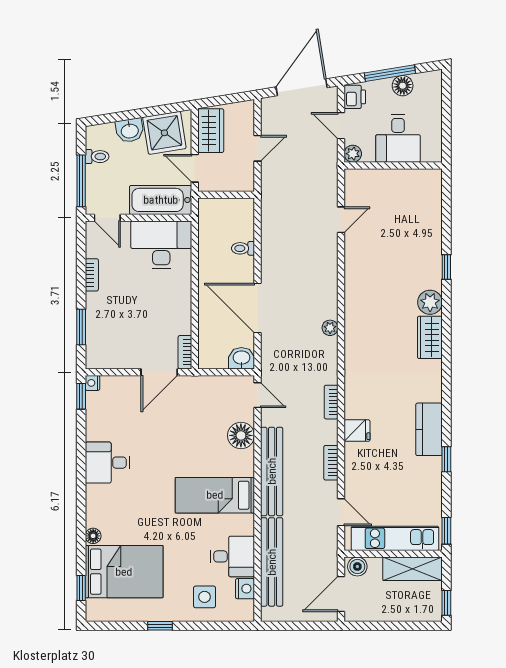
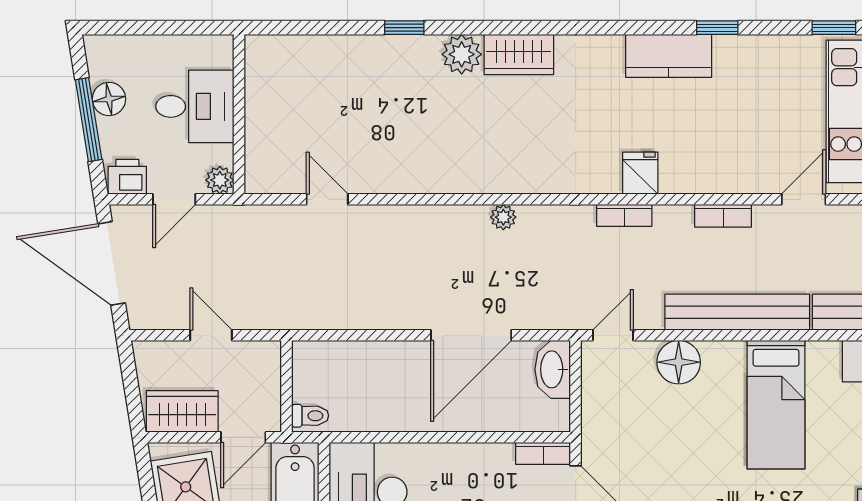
toilet: (243, 248) -> (310, 416), moved, turned -90
washbasin: (241, 358) -> (553, 369), width x1.38
fridge: (357, 431) -> (640, 173), moved

